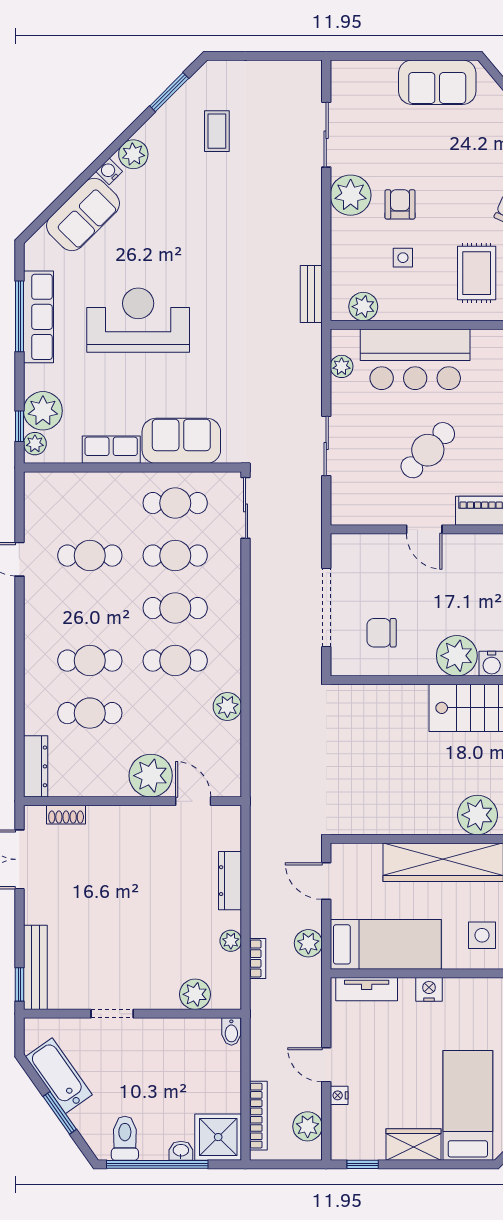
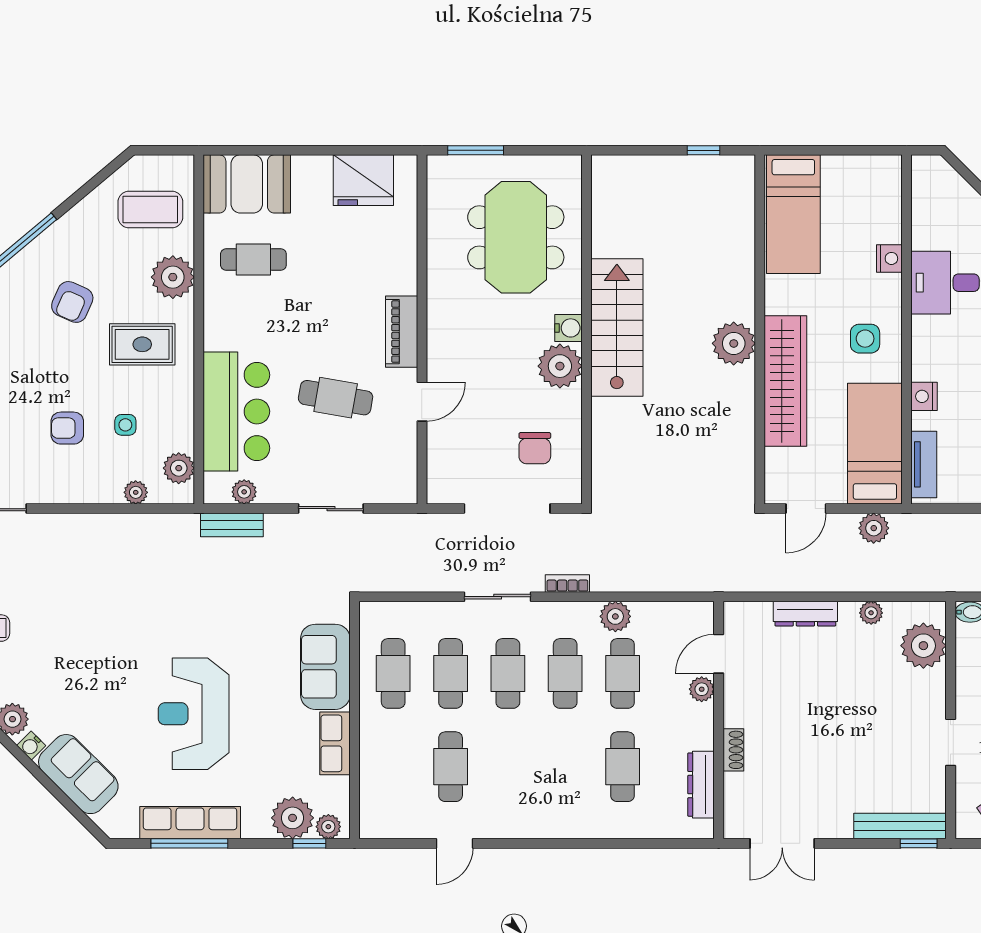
plant: (351, 195) -> (136, 492), moved, width x0.53, depth x0.53
bench: (311, 294) -> (232, 525), moved
cafe table: (428, 450) -> (336, 398), turned -33
sliding door: (246, 508) -> (498, 597), moved
cafe table: (90, 661) -> (623, 673), moved
dresser: (36, 766) -> (701, 785), moved, turned -90
plant: (151, 776) -> (702, 689), width x0.53, depth x0.53
shoe rack: (66, 815) -> (733, 750), moved
bookcase: (258, 959) -> (567, 584), moved
plant: (195, 994) -> (923, 646), width x1.36, depth x1.36

